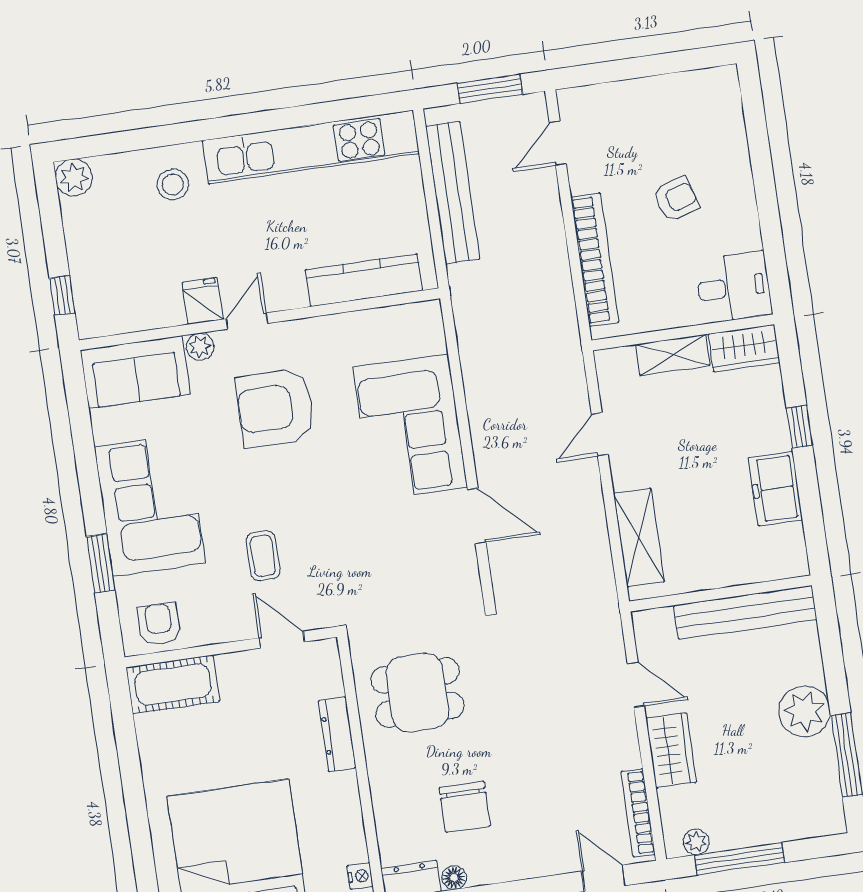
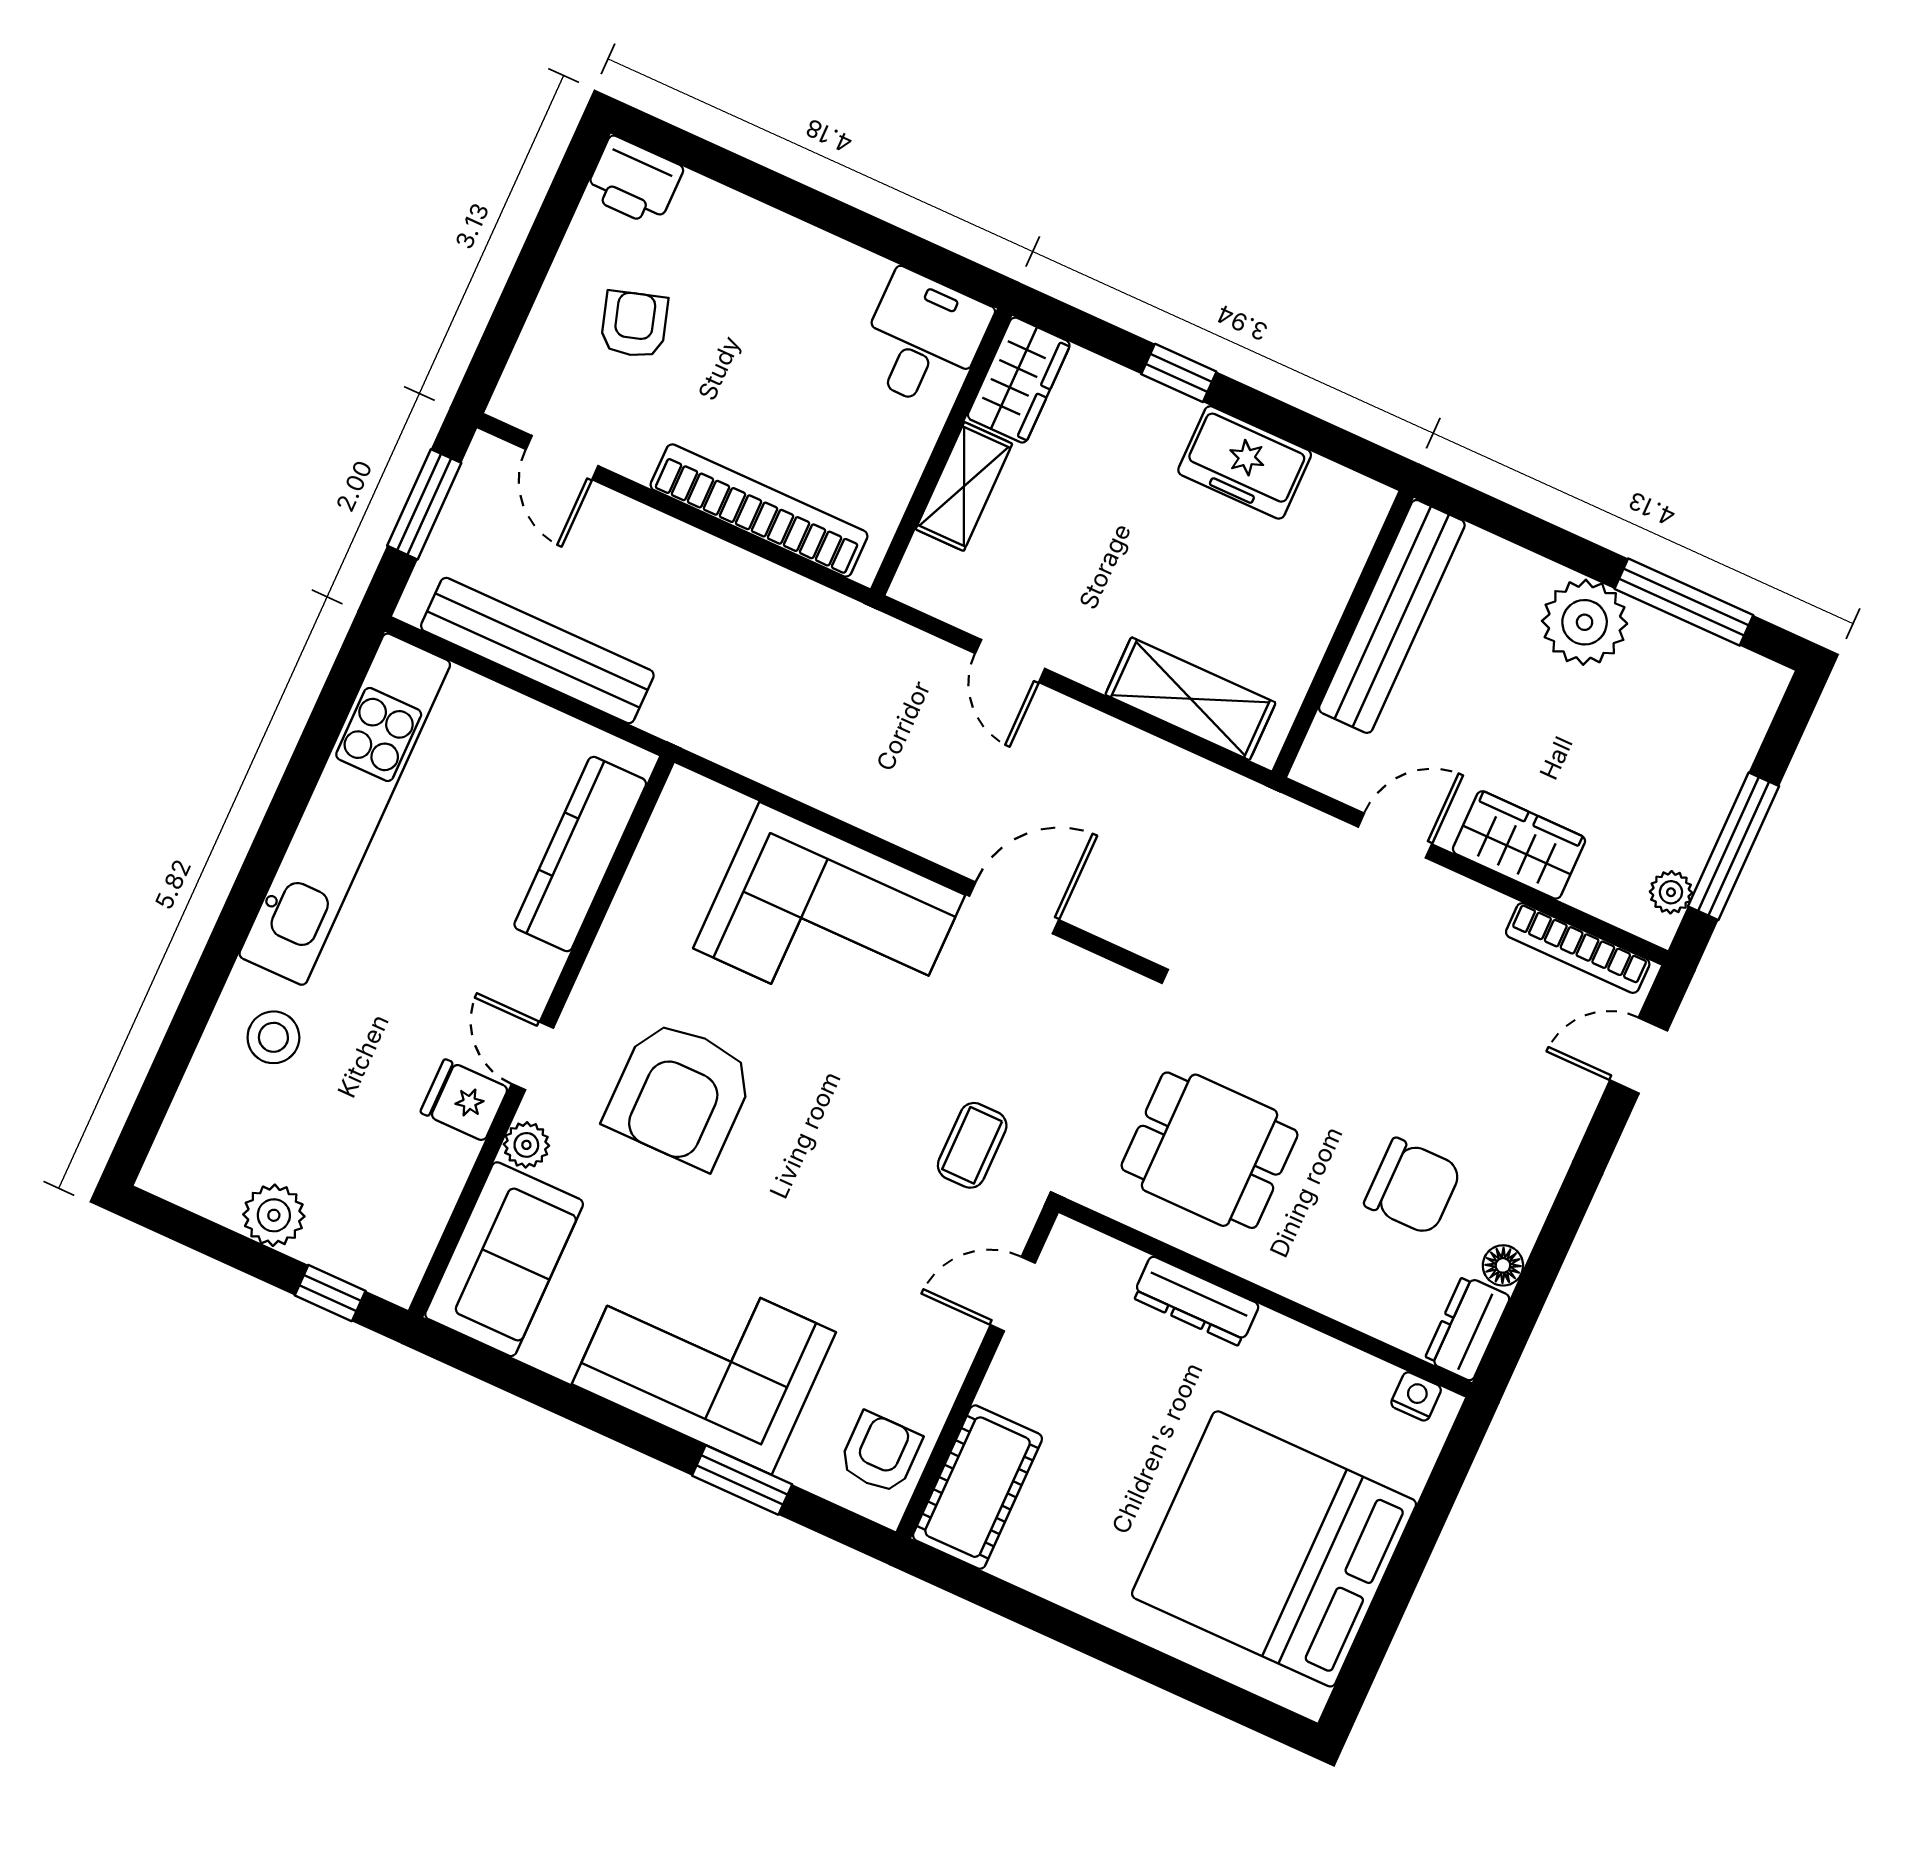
printer: (720, 90) -> (634, 181), added
plant: (74, 177) -> (274, 1215), moved
armchair: (676, 199) -> (634, 324), moved
coffee table: (263, 556) -> (972, 1145), moved, turned 90
armchair: (159, 624) -> (880, 1453), turned 90
dining table: (417, 693) -> (1209, 1150), turned 90

